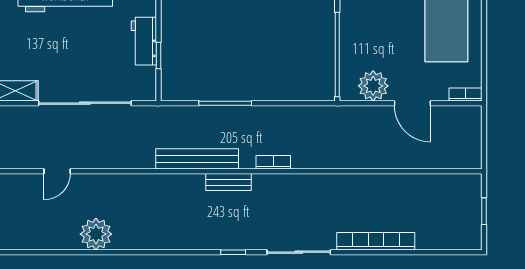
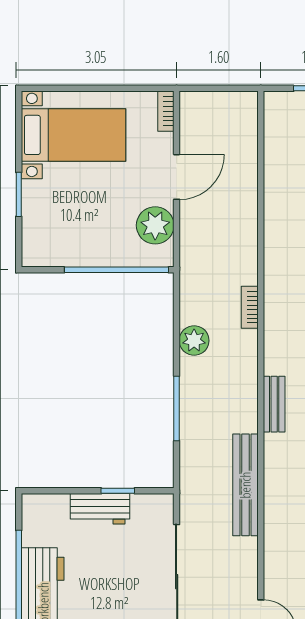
plant: (280, 117) -> (194, 341), added
bench: (197, 159) -> (245, 485), moved
bookcase: (273, 162) -> (250, 307), moved

